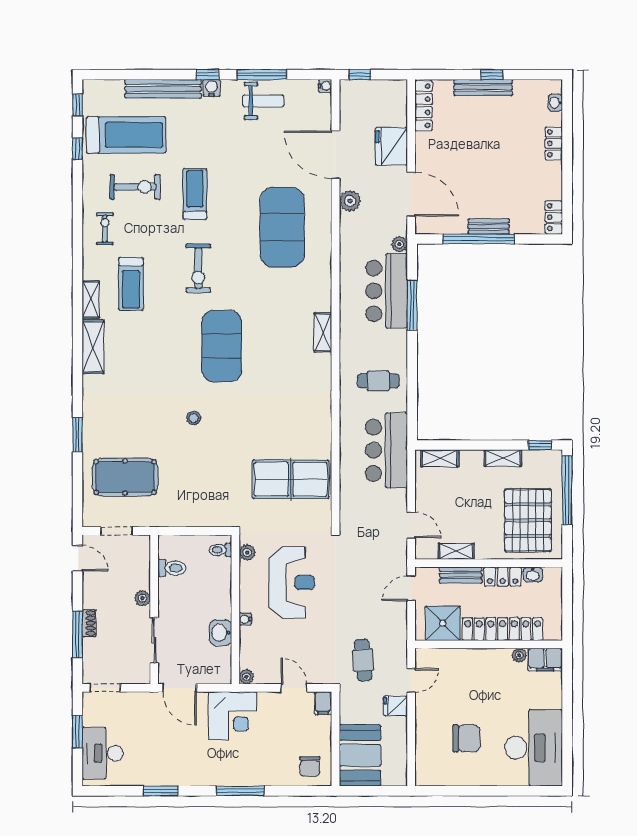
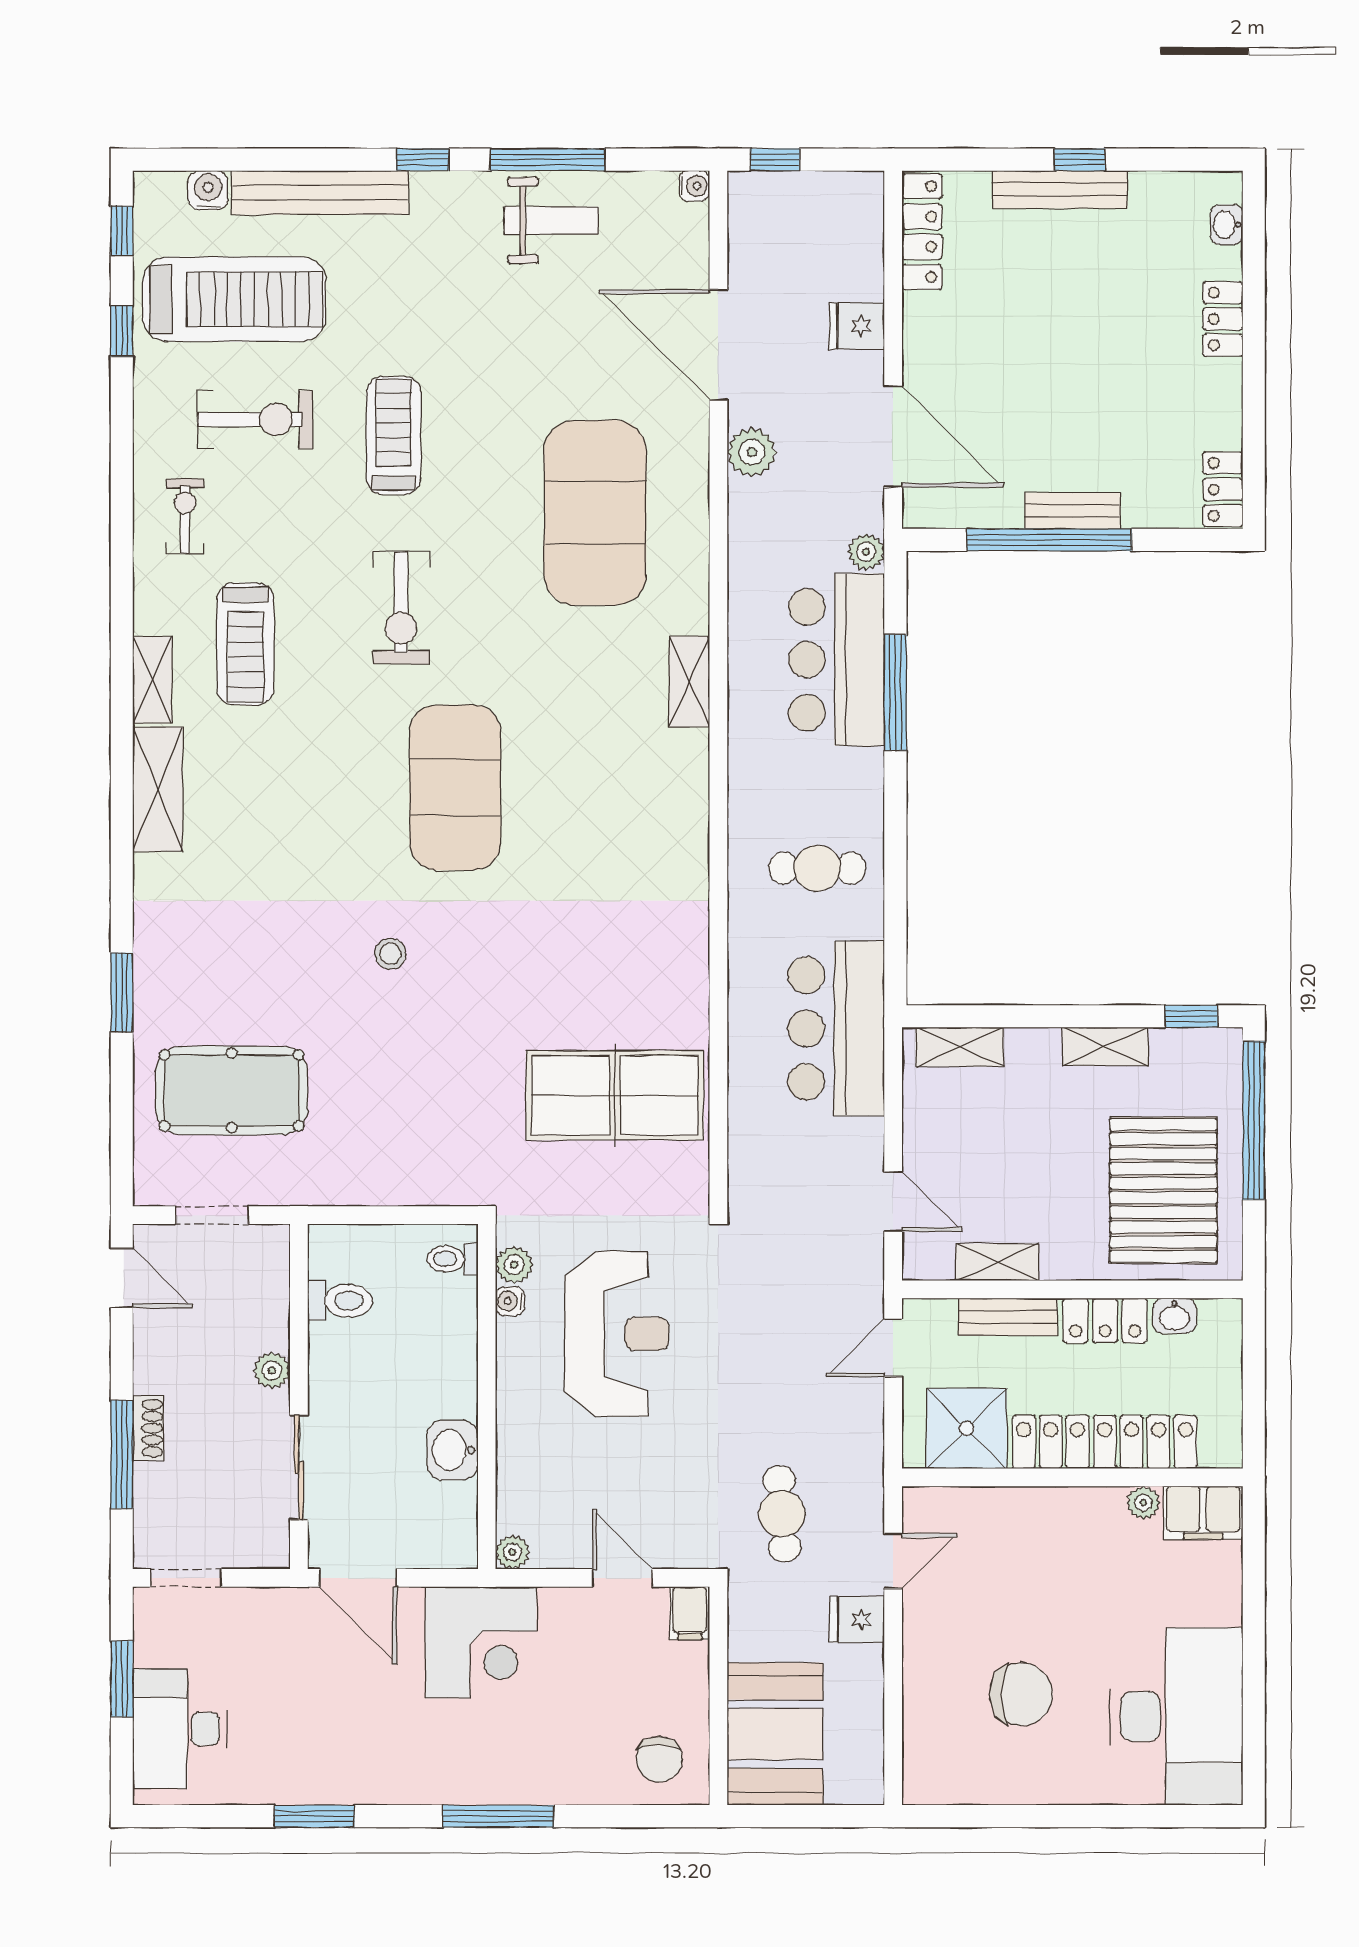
water cooler: (211, 88) -> (208, 190), moved
fridge: (391, 146) -> (857, 326), width x0.53, depth x0.75
shelving: (323, 332) -> (689, 682), moved
water cooler: (245, 619) -> (510, 1301), moved

